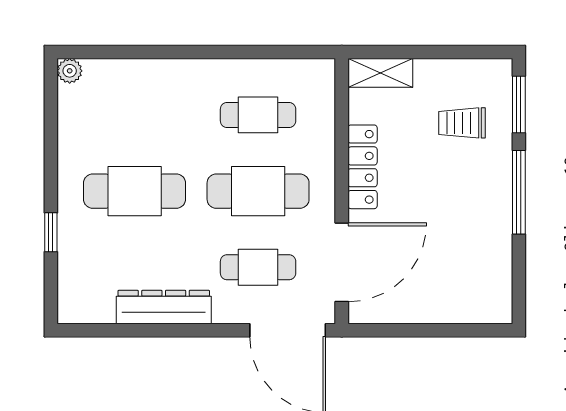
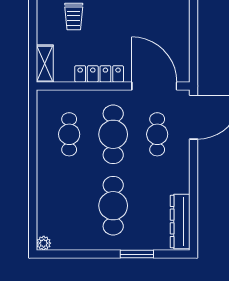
window: (51, 232) -> (137, 254), width x1.50
dresser: (164, 307) -> (180, 221), moved

